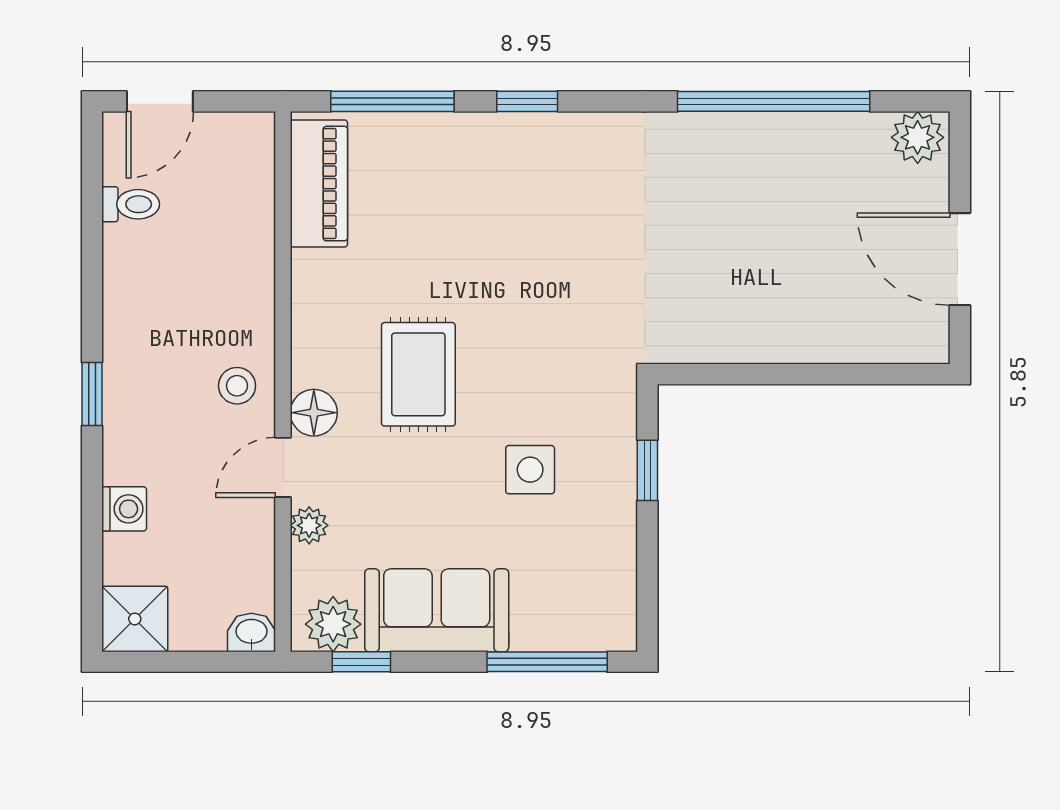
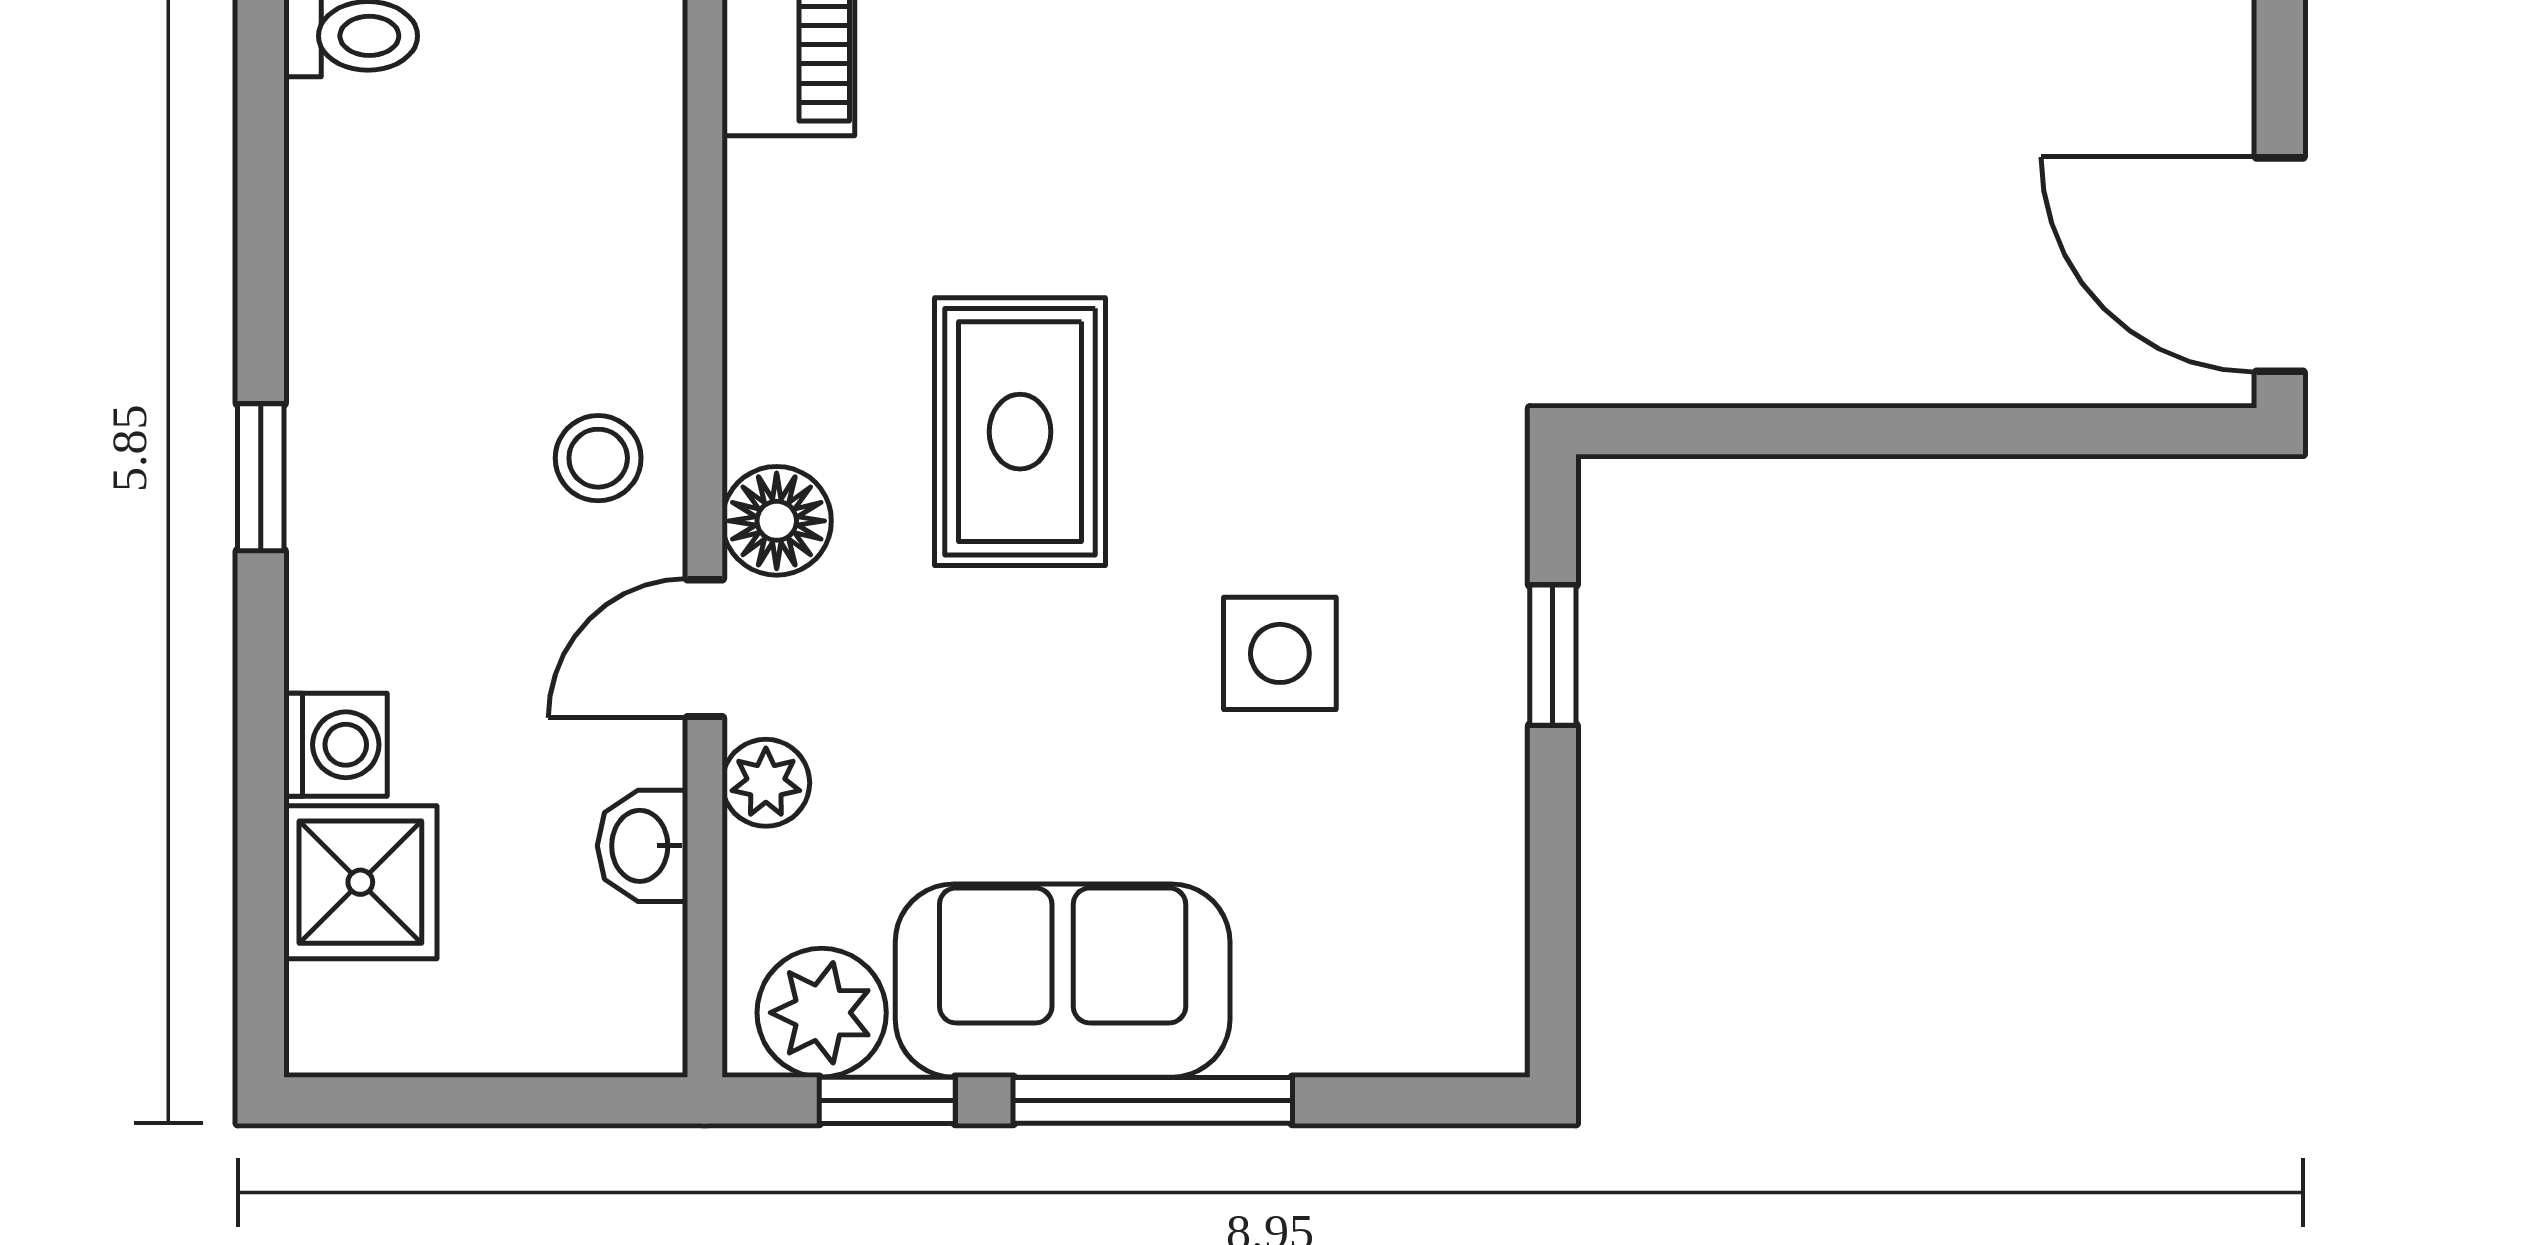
door: (960, 259) -> (2280, 265), moved
shower: (135, 619) -> (360, 882), moved
washbasin: (251, 632) -> (642, 846), moved, turned -90
window: (547, 662) -> (1153, 1100), moved

